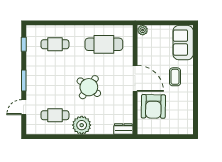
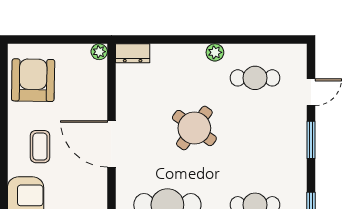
armchair: (153, 106) -> (33, 80), moved
plant: (82, 125) -> (215, 52), width x0.53, depth x0.53
plant: (142, 130) -> (99, 52), added

